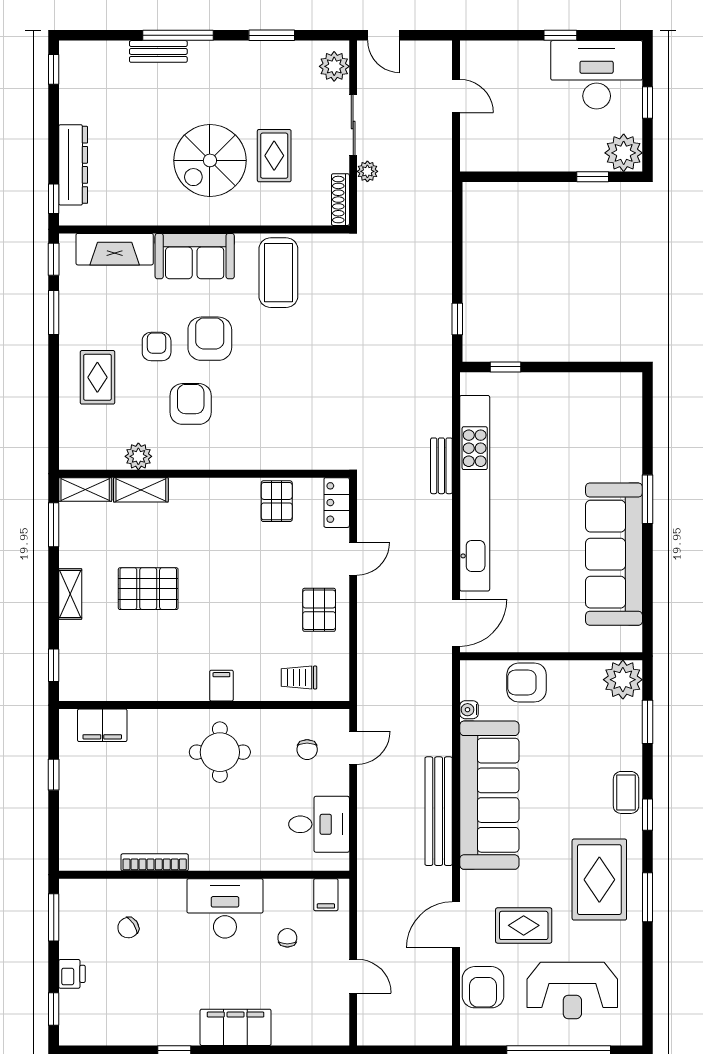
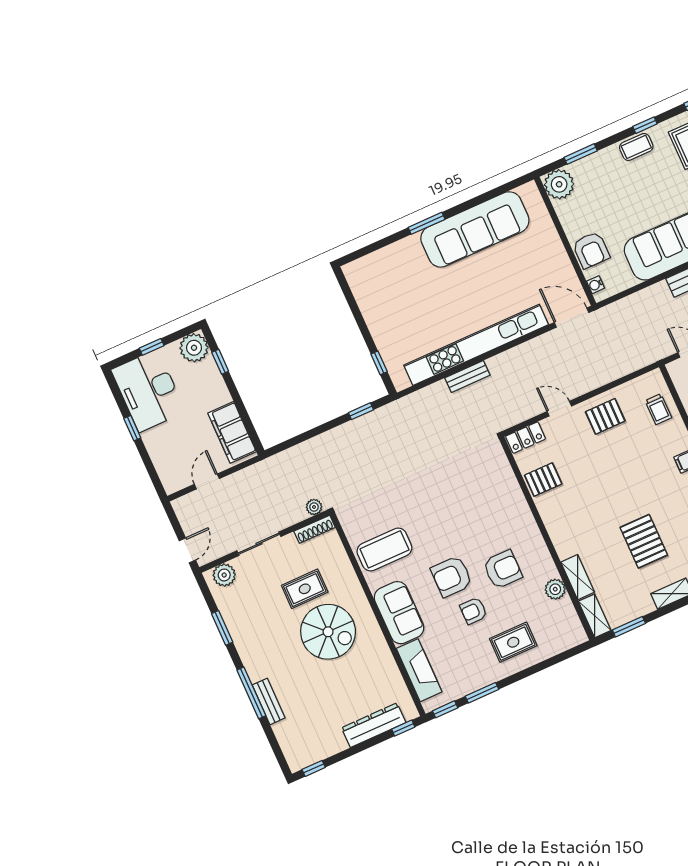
filing cabinet: (501, 153) -> (232, 432), added
plant: (367, 171) -> (314, 507), moved
armchair: (191, 404) -> (503, 569), turned 180
water cooler: (469, 710) -> (596, 285), moved, turned 90

